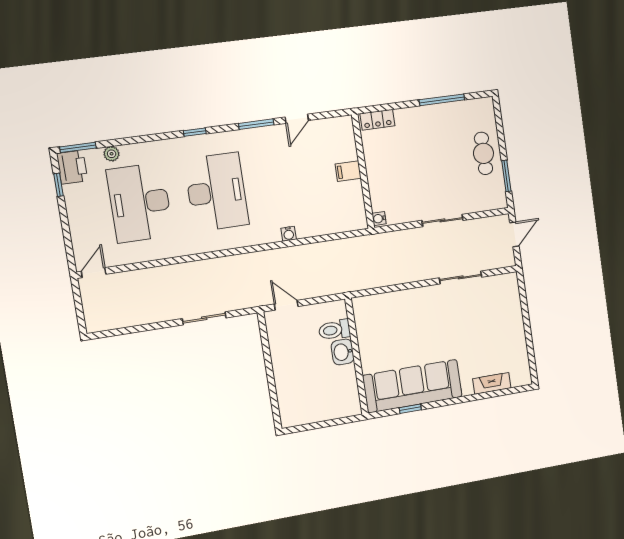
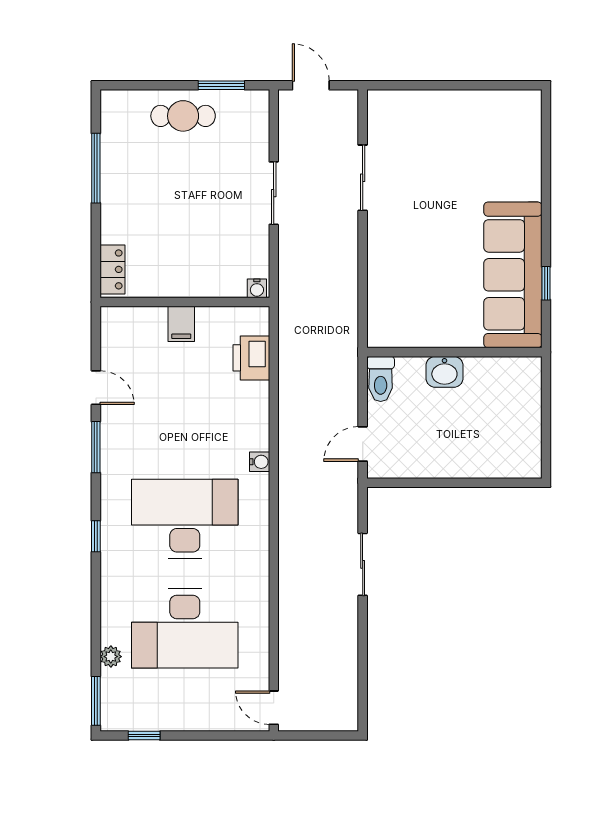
printer: (72, 167) -> (251, 358), moved, turned -90
water cooler: (289, 234) -> (260, 462), moved
toilet: (334, 330) -> (381, 379), moved
fireplace: (492, 383) -> (530, 153), removed

